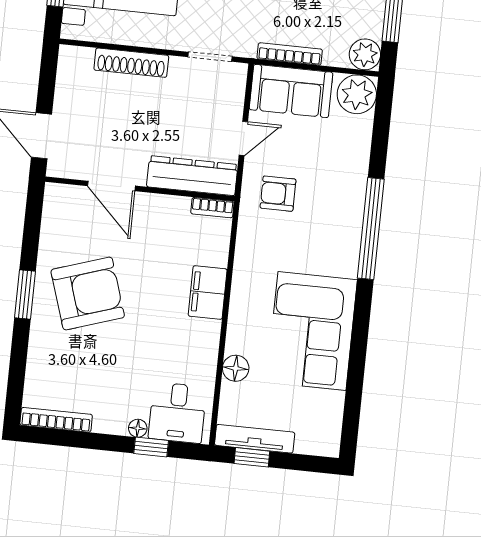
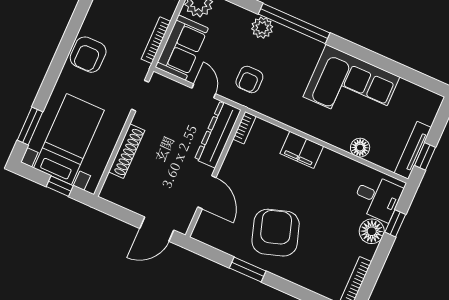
door: (111, 186) -> (207, 192), hinge flipped
plant: (352, 188) -> (262, 28), added
window: (25, 295) -> (248, 269), moved
floor lamp: (138, 428) -> (372, 231), width x1.89, depth x1.89

